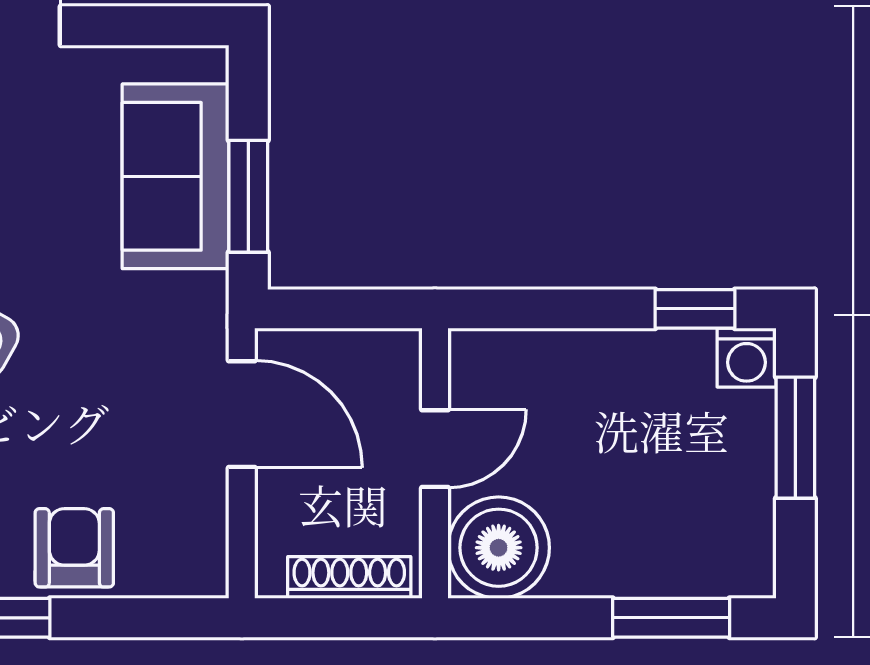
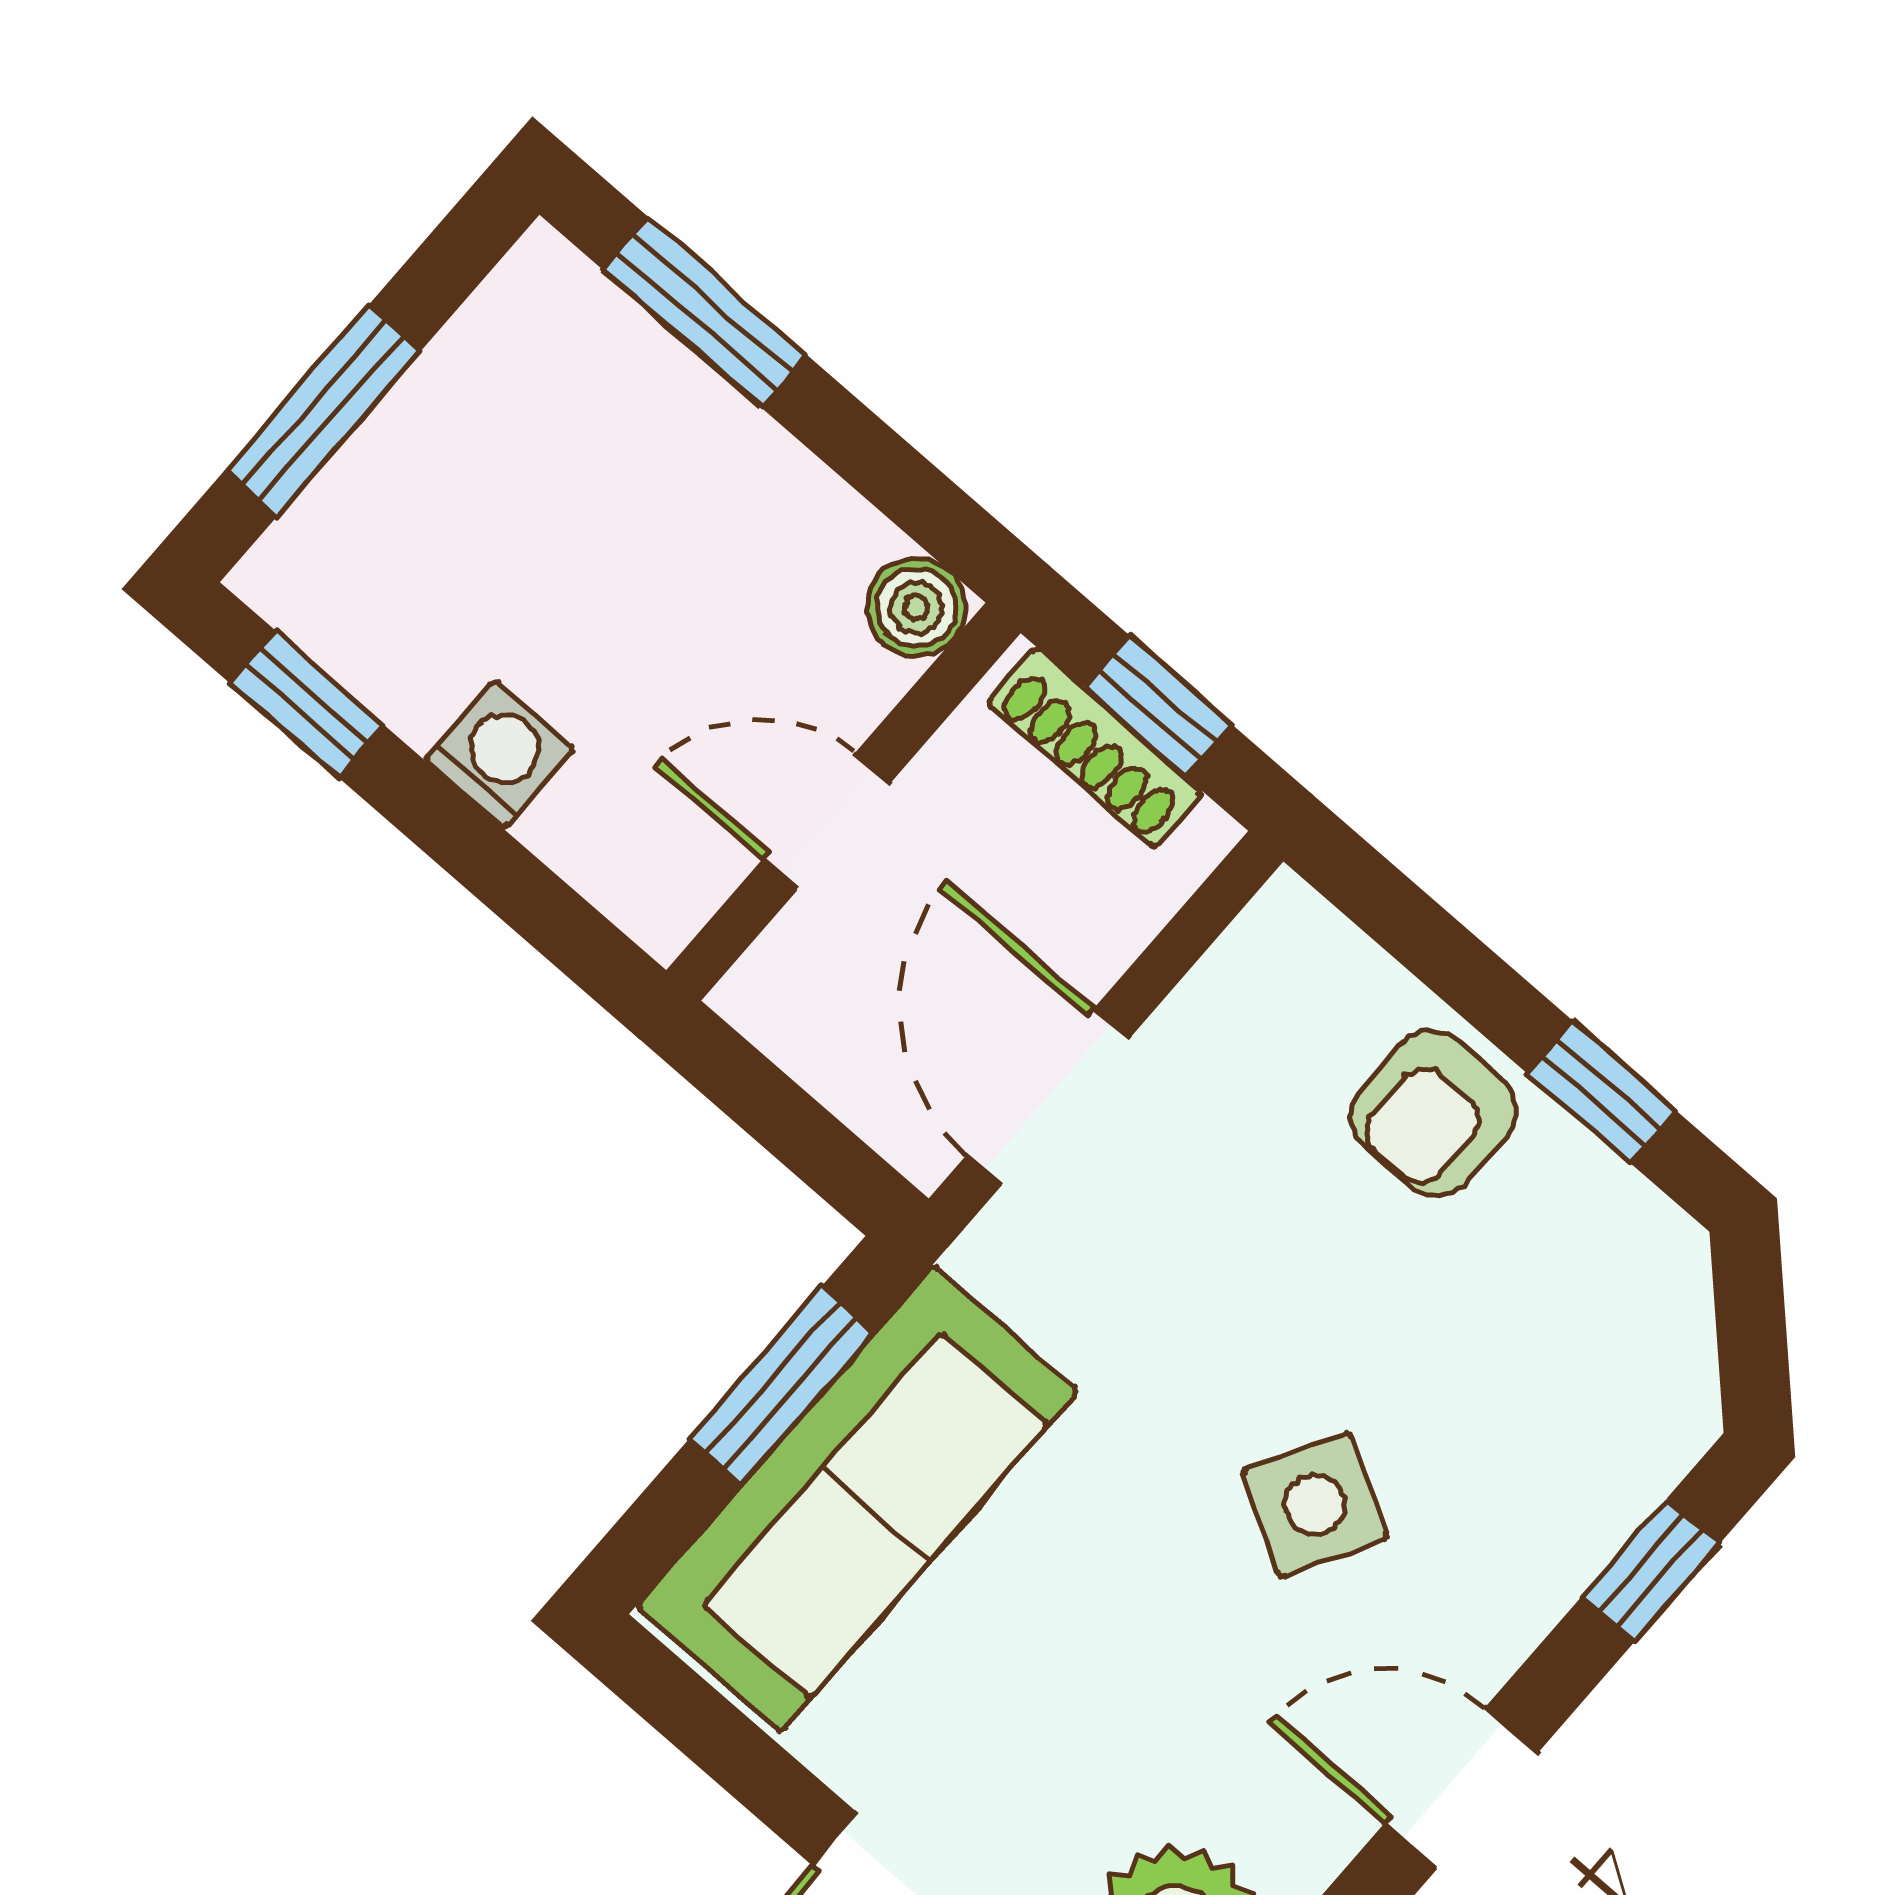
sofa: (176, 176) -> (857, 1499), width x1.36
washing machine: (747, 358) -> (499, 755), moved
boiler: (499, 548) -> (916, 607), width x0.54, depth x0.54
window: (338, 618) -> (1158, 706), added

